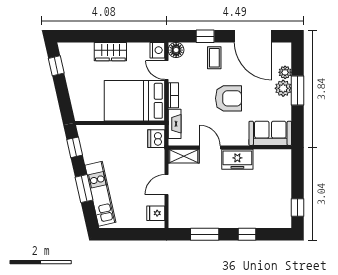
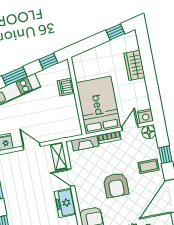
wardrobe: (110, 52) -> (134, 65), moved
dishwasher: (156, 139) -> (66, 87), moved, turned -90
door: (210, 147) -> (71, 177), swing flipped

